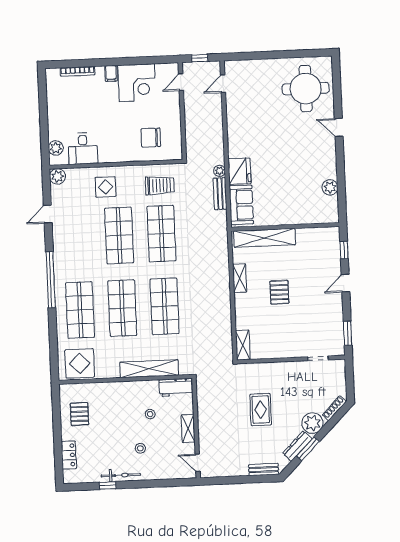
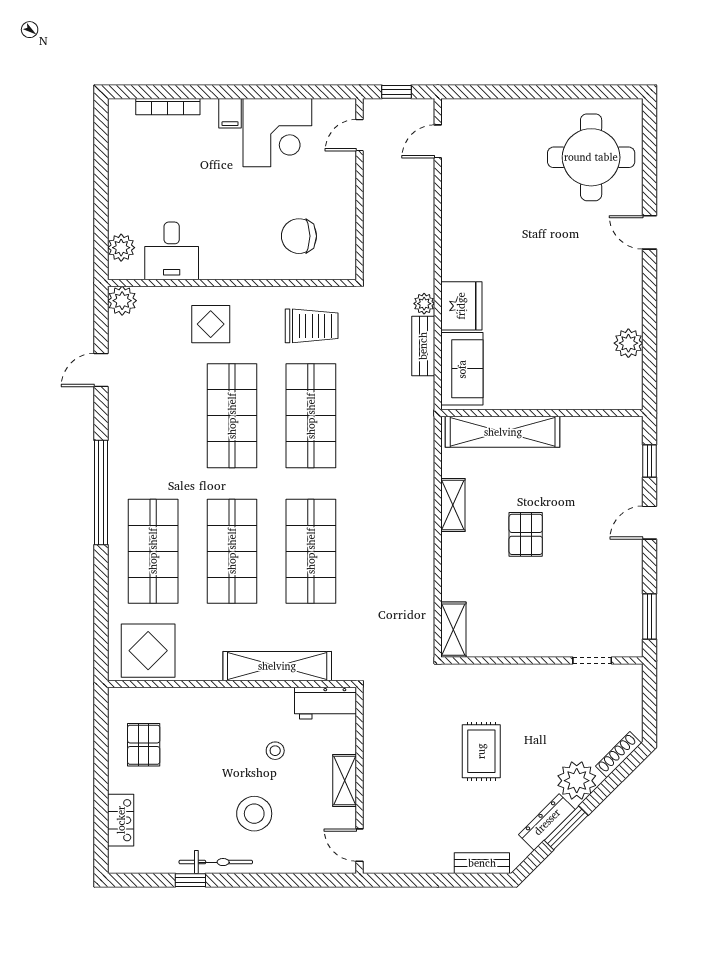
stool: (140, 448) -> (254, 814), width x1.89, depth x1.89

